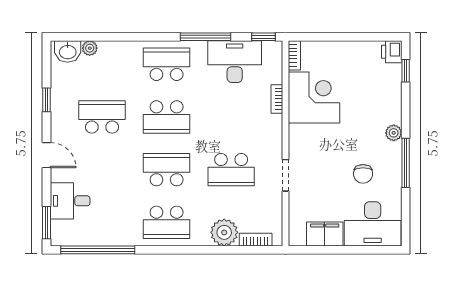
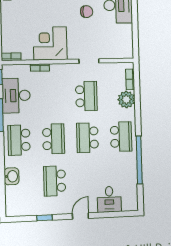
plant: (90, 48) -> (10, 191), removed
washbasin: (68, 52) -> (12, 176), moved
corner desk: (314, 97) -> (50, 43), moved
window: (47, 223) -> (124, 214), removed
filing cabinet: (325, 234) -> (125, 36), removed
window: (98, 250) -> (139, 160), moved

